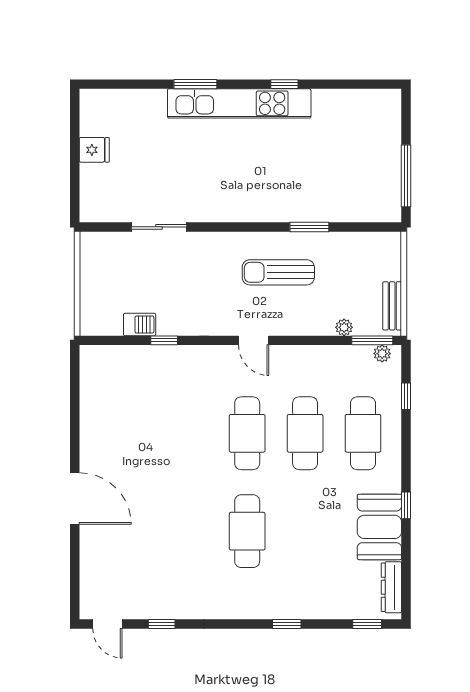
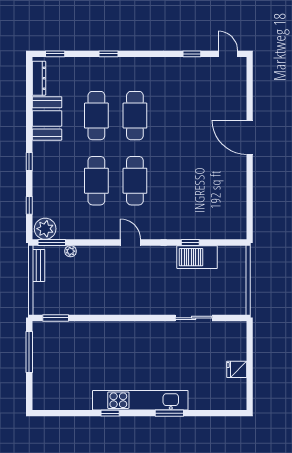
window: (309, 227) -> (56, 318), moved
sun lounger: (278, 272) -> (114, 288), removed
barbecue: (140, 324) -> (197, 257), width x1.88, depth x1.53
plant: (382, 354) -> (45, 229), width x1.87, depth x1.87
cafe table: (363, 433) -> (96, 116), moved
window: (406, 505) -> (29, 161), moved

